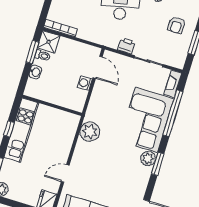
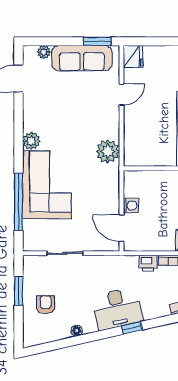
printer: (126, 46) -> (148, 263), moved
fireplace: (173, 84) -> (29, 236), removed
window: (158, 164) -> (18, 138), removed

